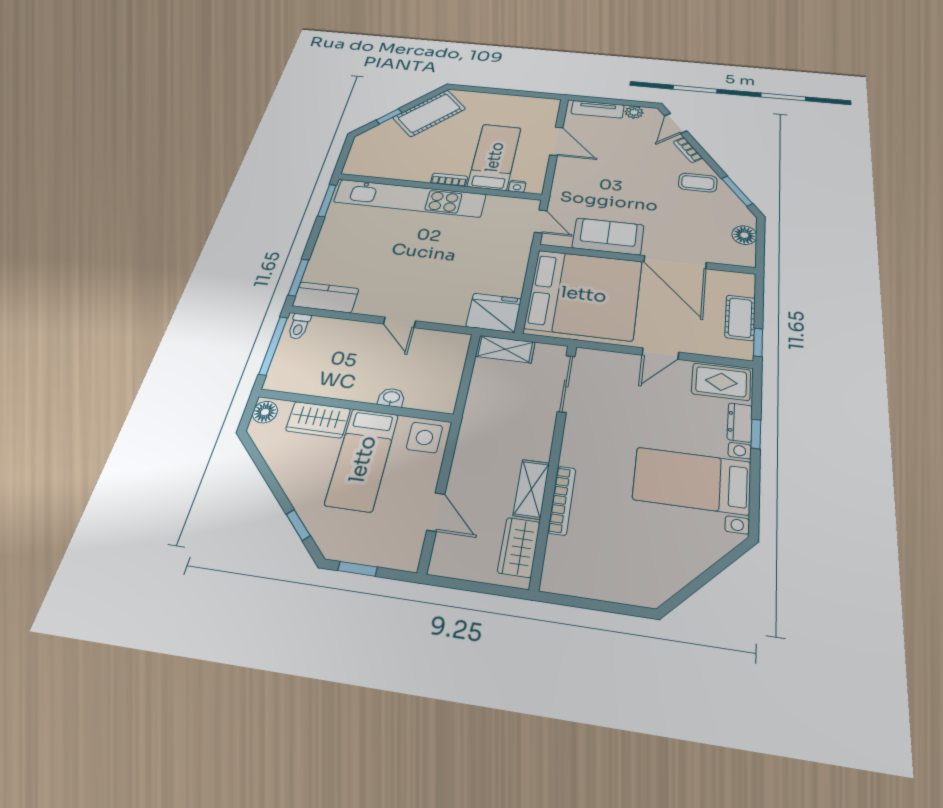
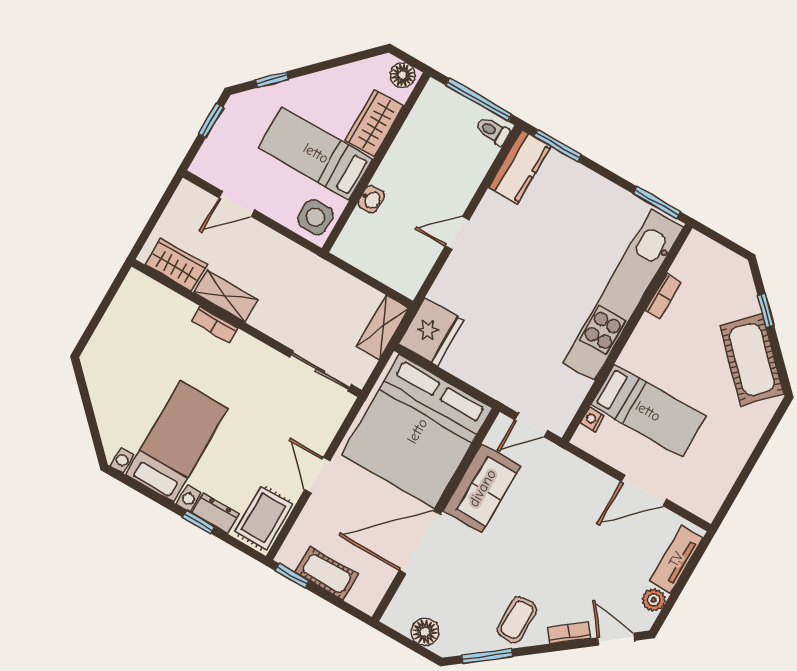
bookcase: (449, 180) -> (663, 296), moved
bookcase: (562, 500) -> (215, 325), width x0.64

